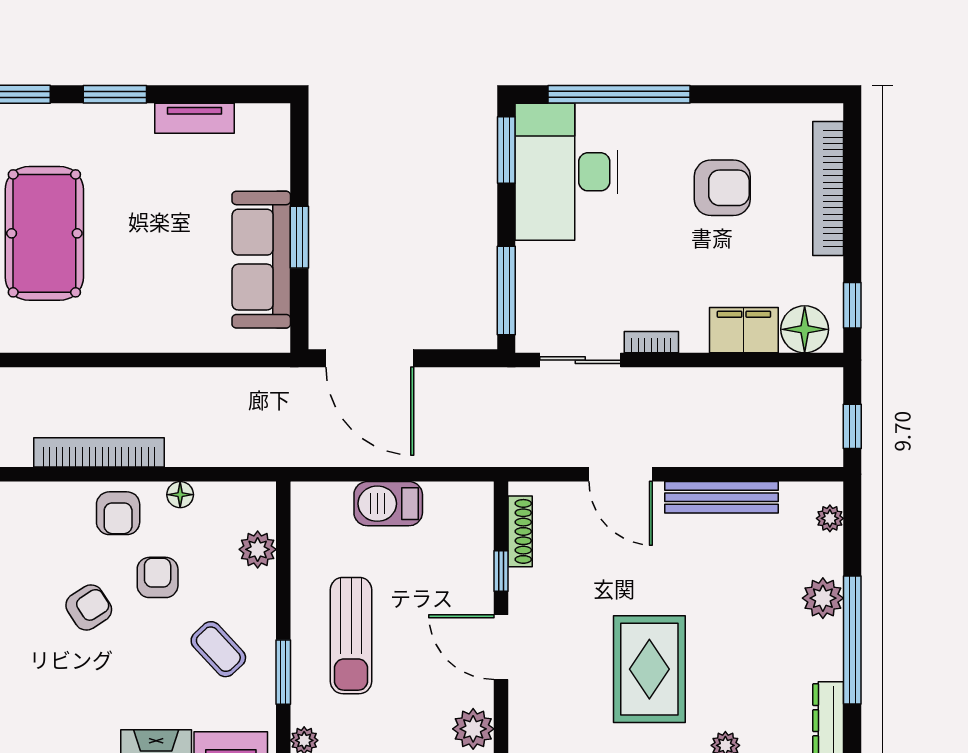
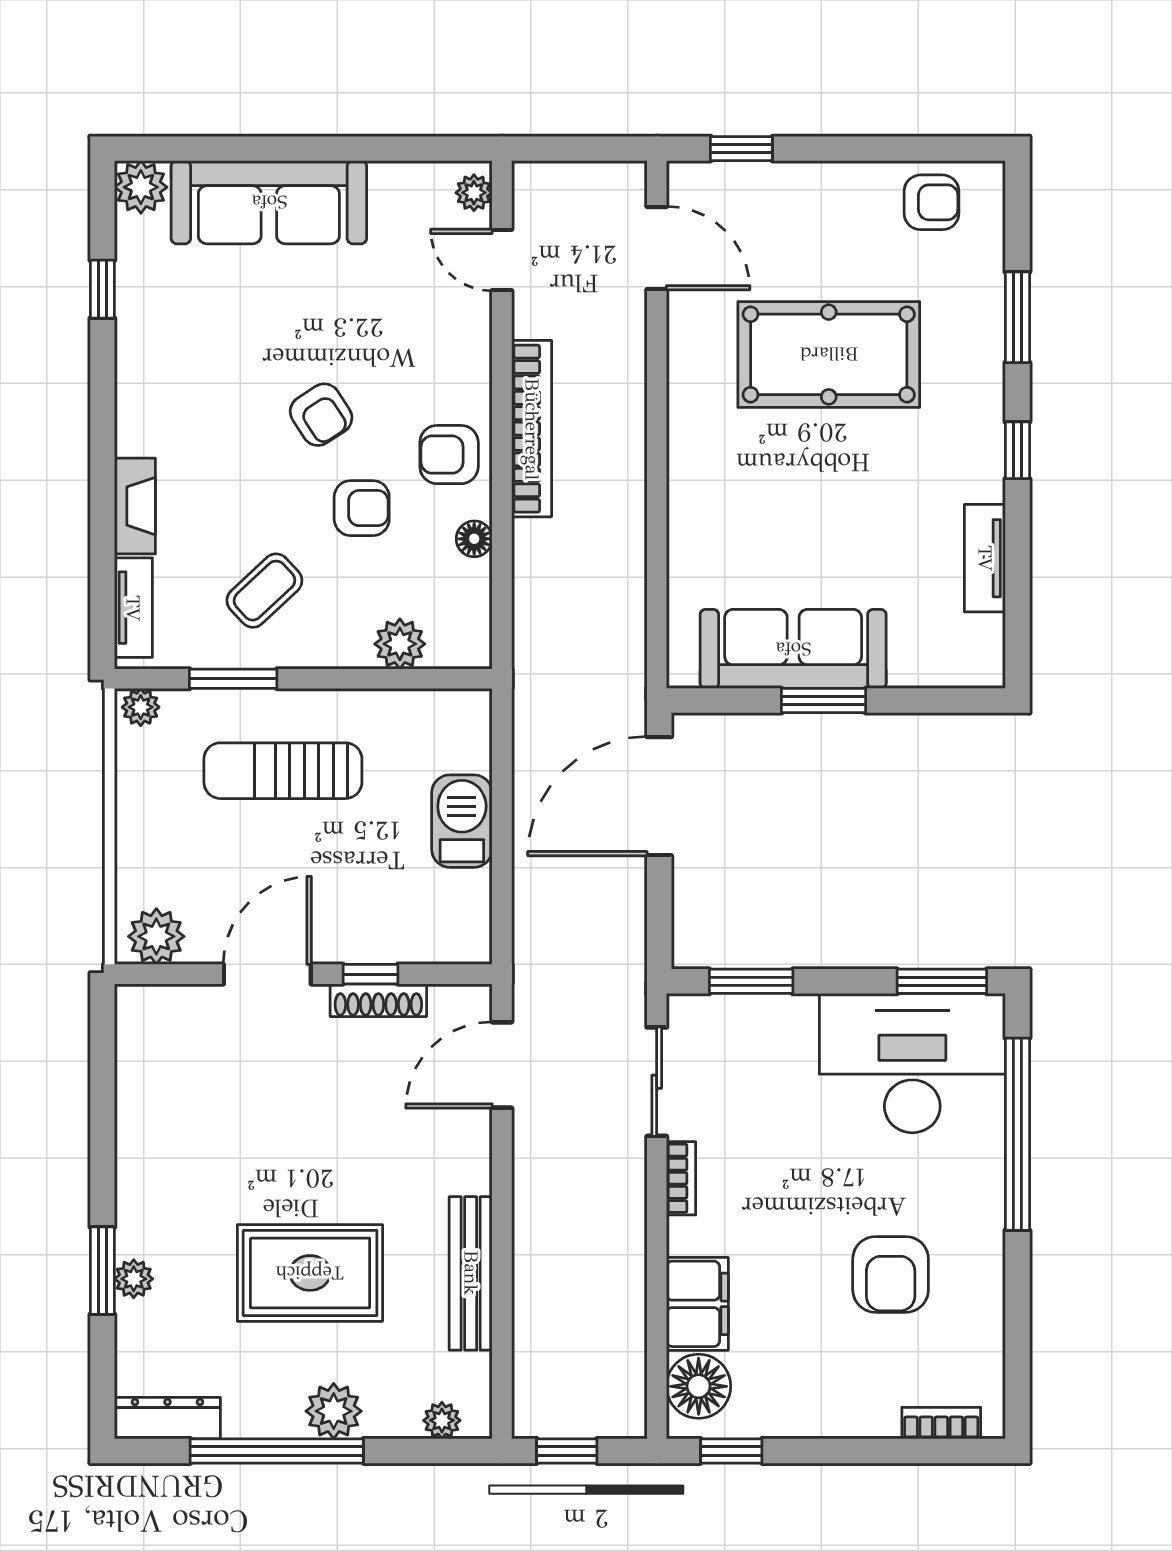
window: (115, 94) -> (1017, 450), width x0.67
bookcase: (828, 189) -> (941, 1423), width x0.43, depth x0.76
window: (506, 291) -> (751, 981), width x0.69
door: (621, 474) -> (502, 1065), moved
shoe rack: (520, 531) -> (378, 1000), moved
rug: (649, 669) -> (310, 1273), moved

